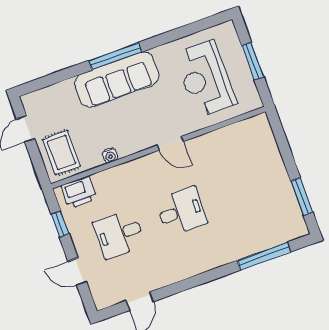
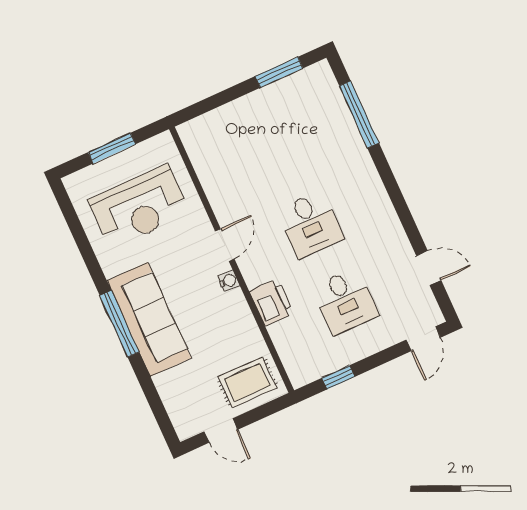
water cooler: (110, 156) -> (229, 281), moved
printer: (79, 192) -> (272, 302), moved
desk: (181, 211) -> (310, 224), turned 180
door: (77, 272) -> (423, 339), moved

